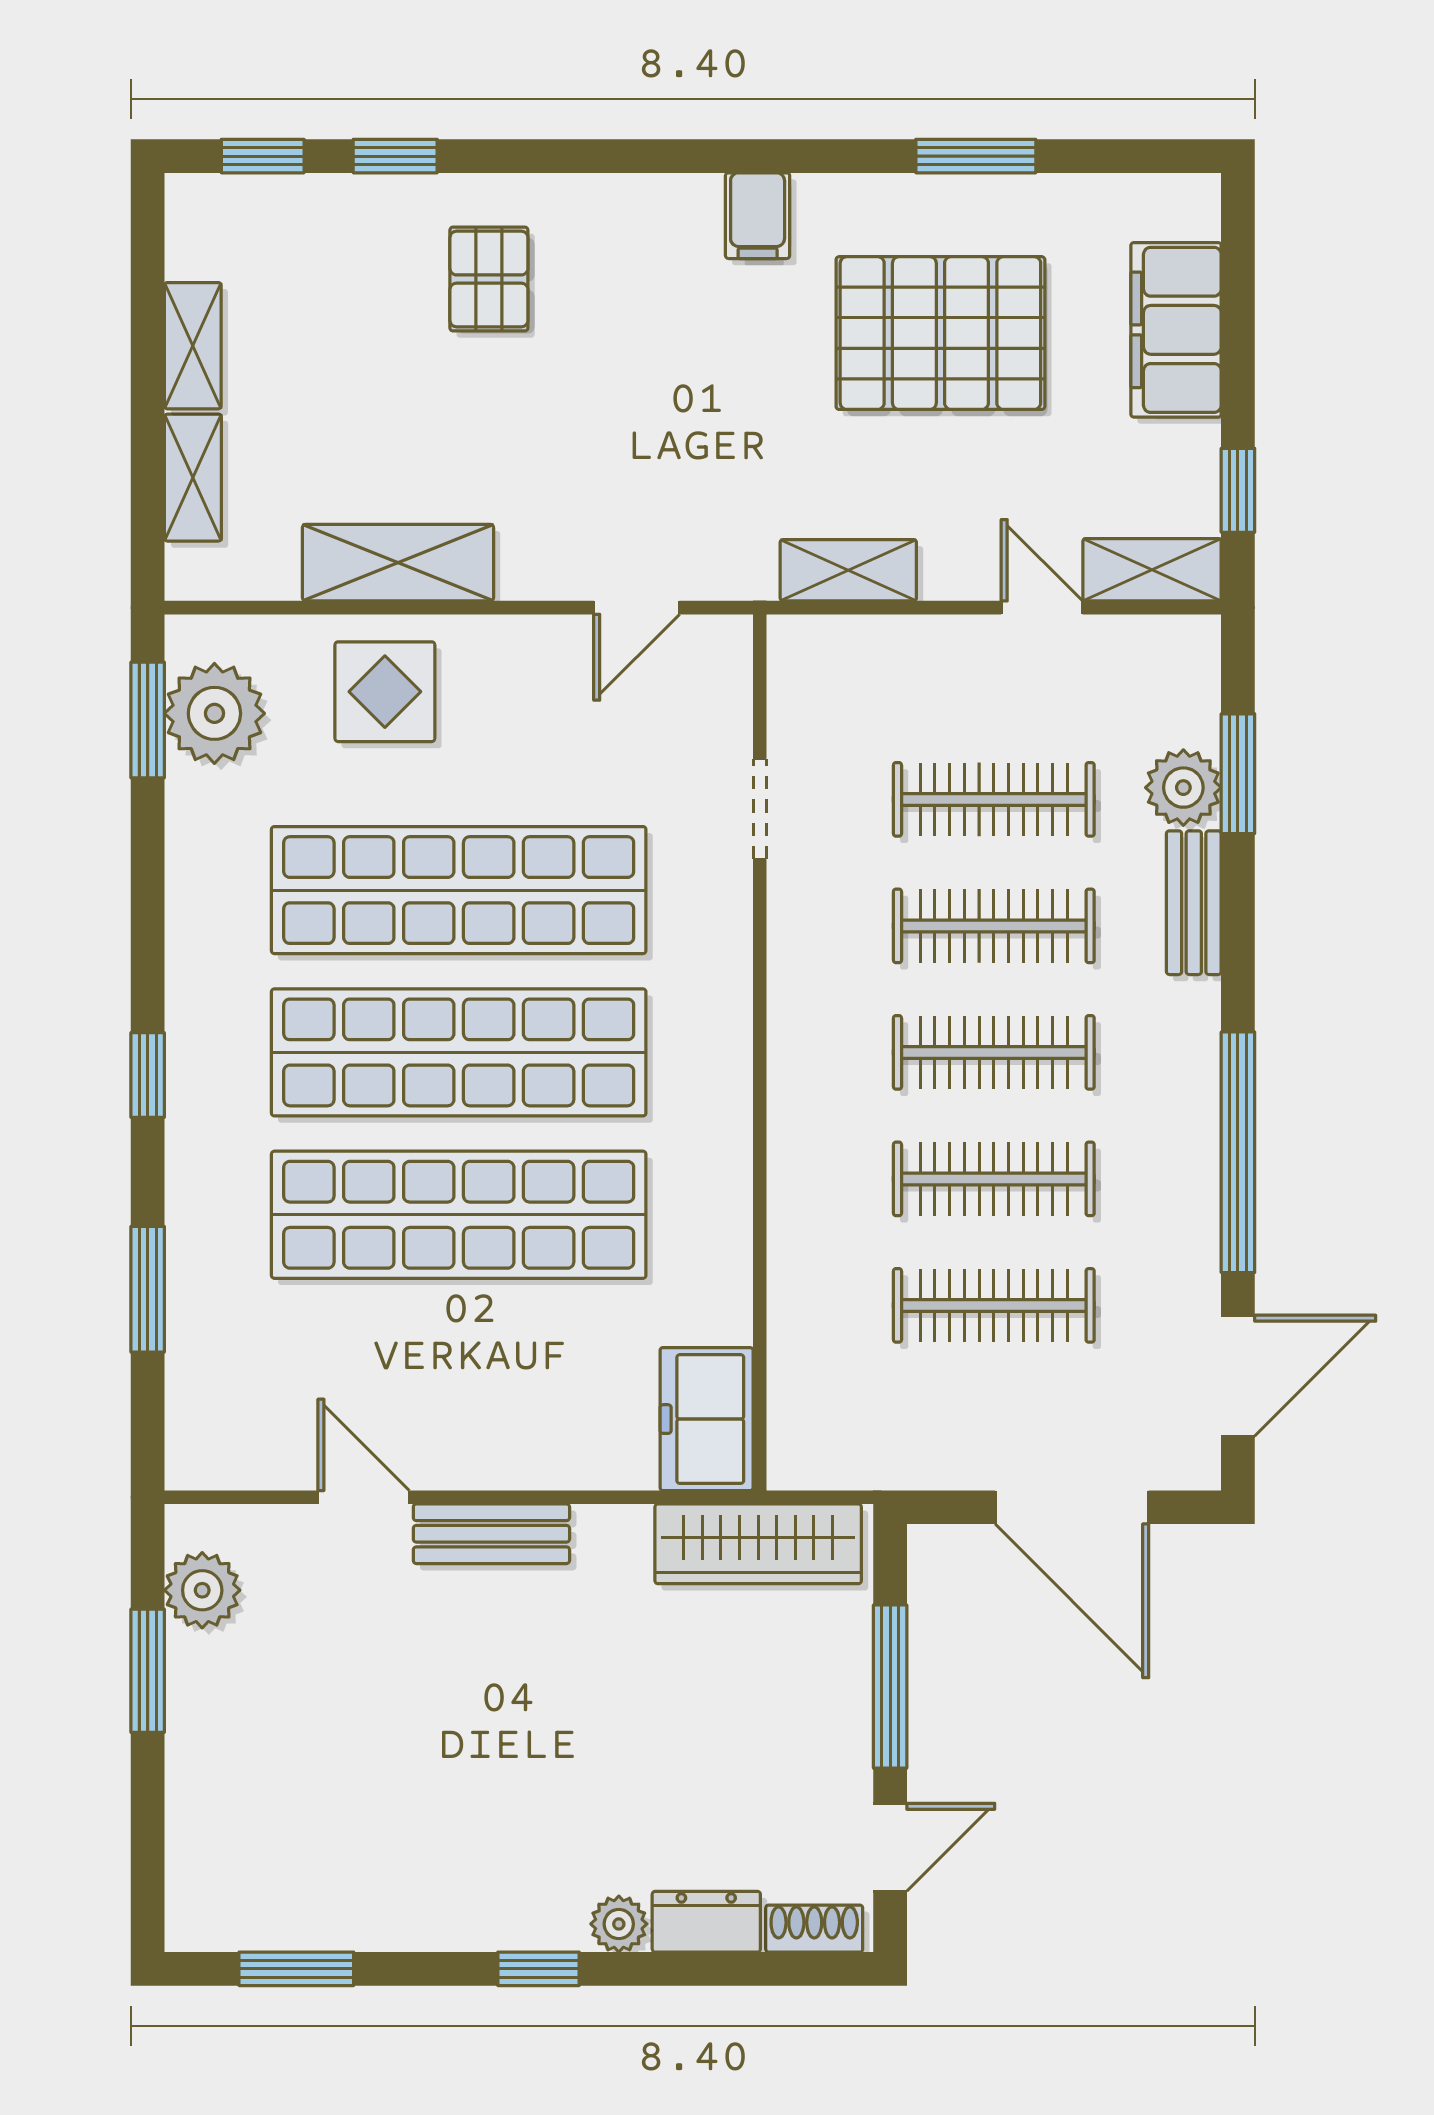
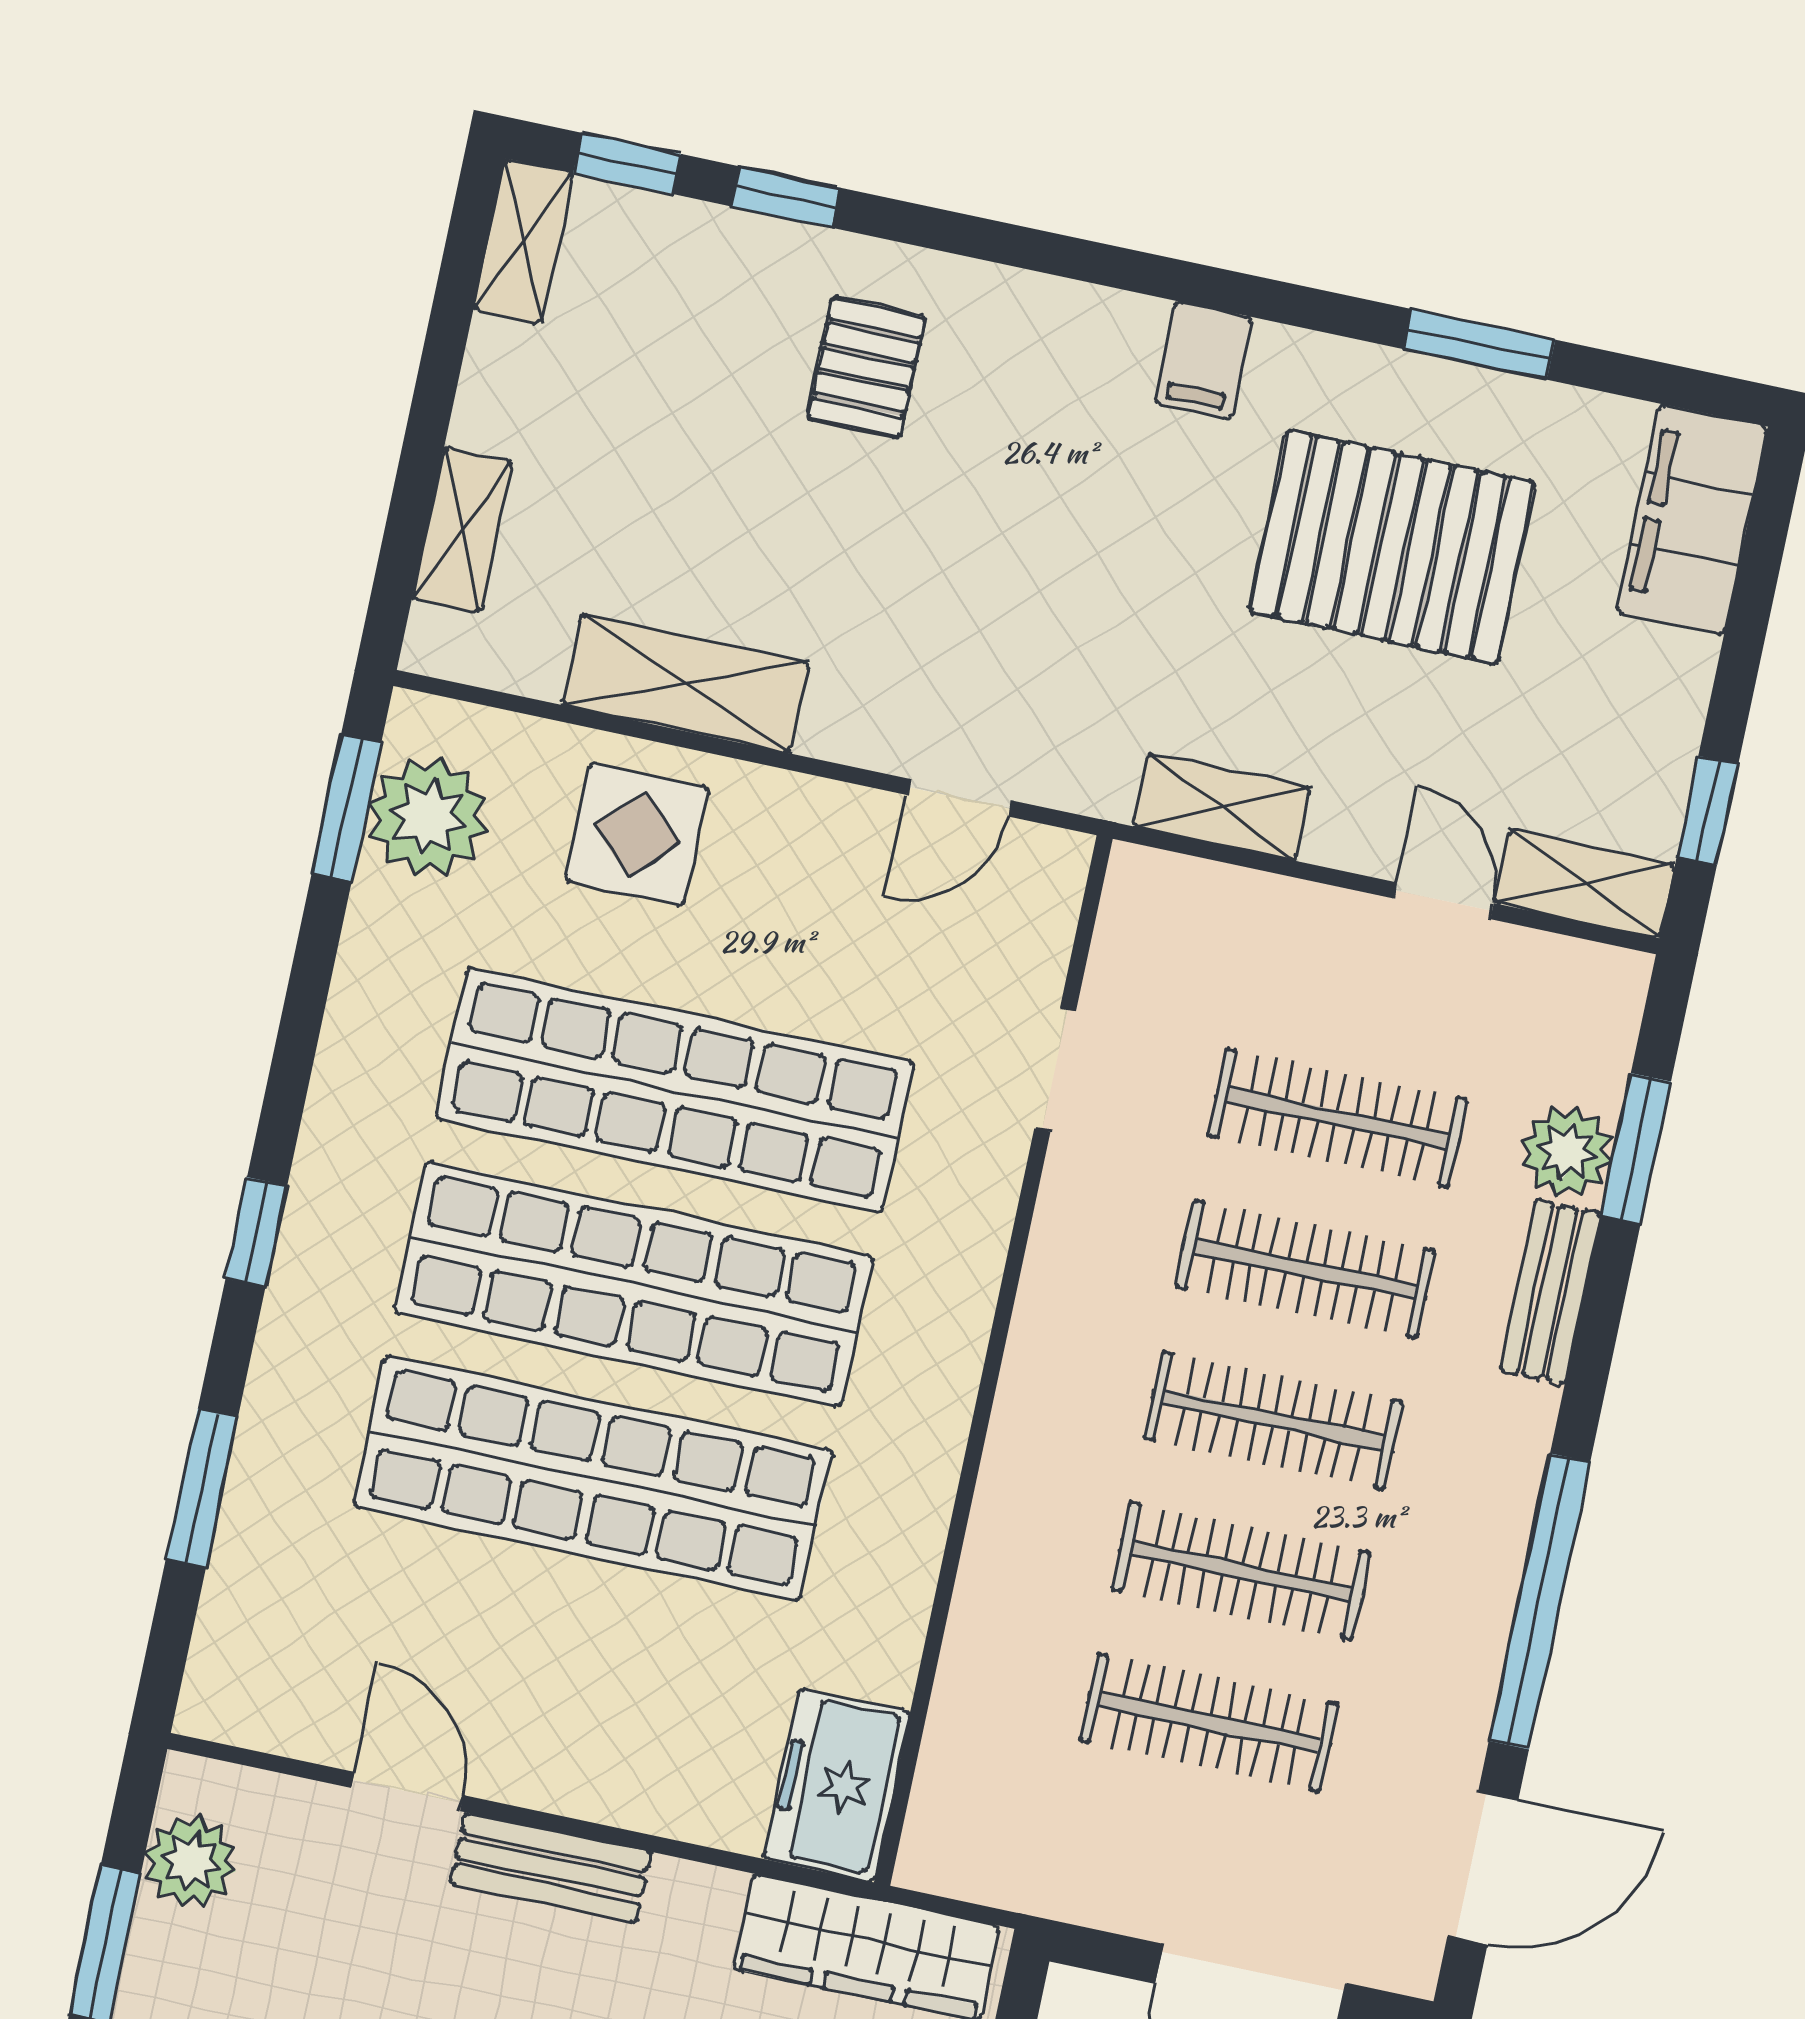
filing cabinet: (1176, 330) -> (1692, 519), moved
shelving: (193, 346) -> (523, 241), moved

